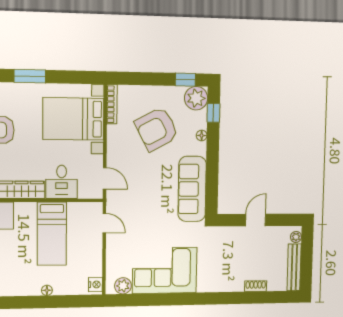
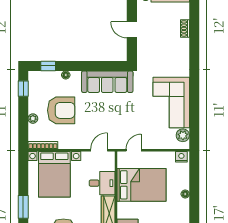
plant: (196, 98) -> (33, 119), moved, width x0.53, depth x0.53
armchair: (157, 129) -> (61, 110), turned -62
bed: (52, 234) -> (142, 185), width x1.50

